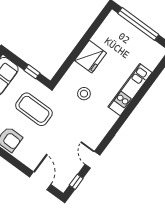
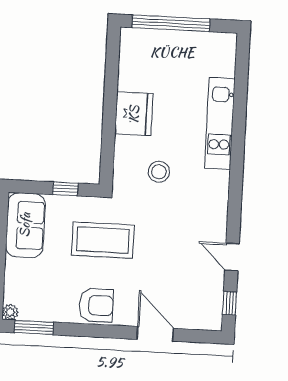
door: (40, 181) -> (155, 334), moved

